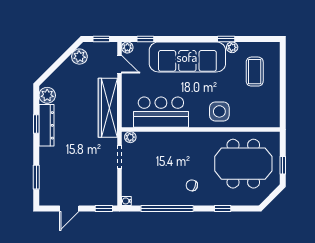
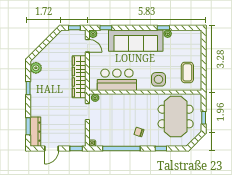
plant: (79, 57) -> (59, 40), removed
coffee table: (255, 72) -> (187, 72), moved
dresser: (47, 125) -> (35, 132), moved
meeting table: (243, 164) -> (176, 117), turned 90

